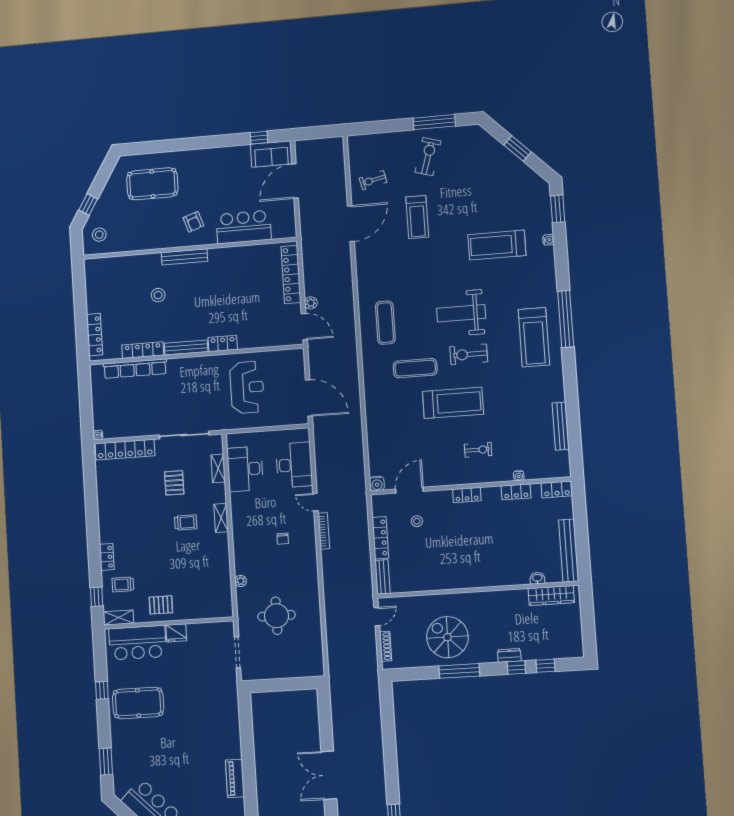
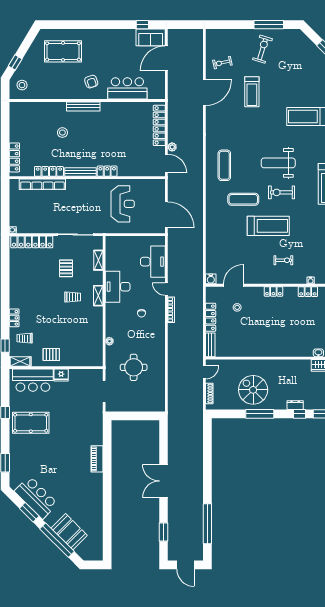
desk: (245, 469) -> (118, 287), moved
piano: (235, 778) -> (97, 459), moved

